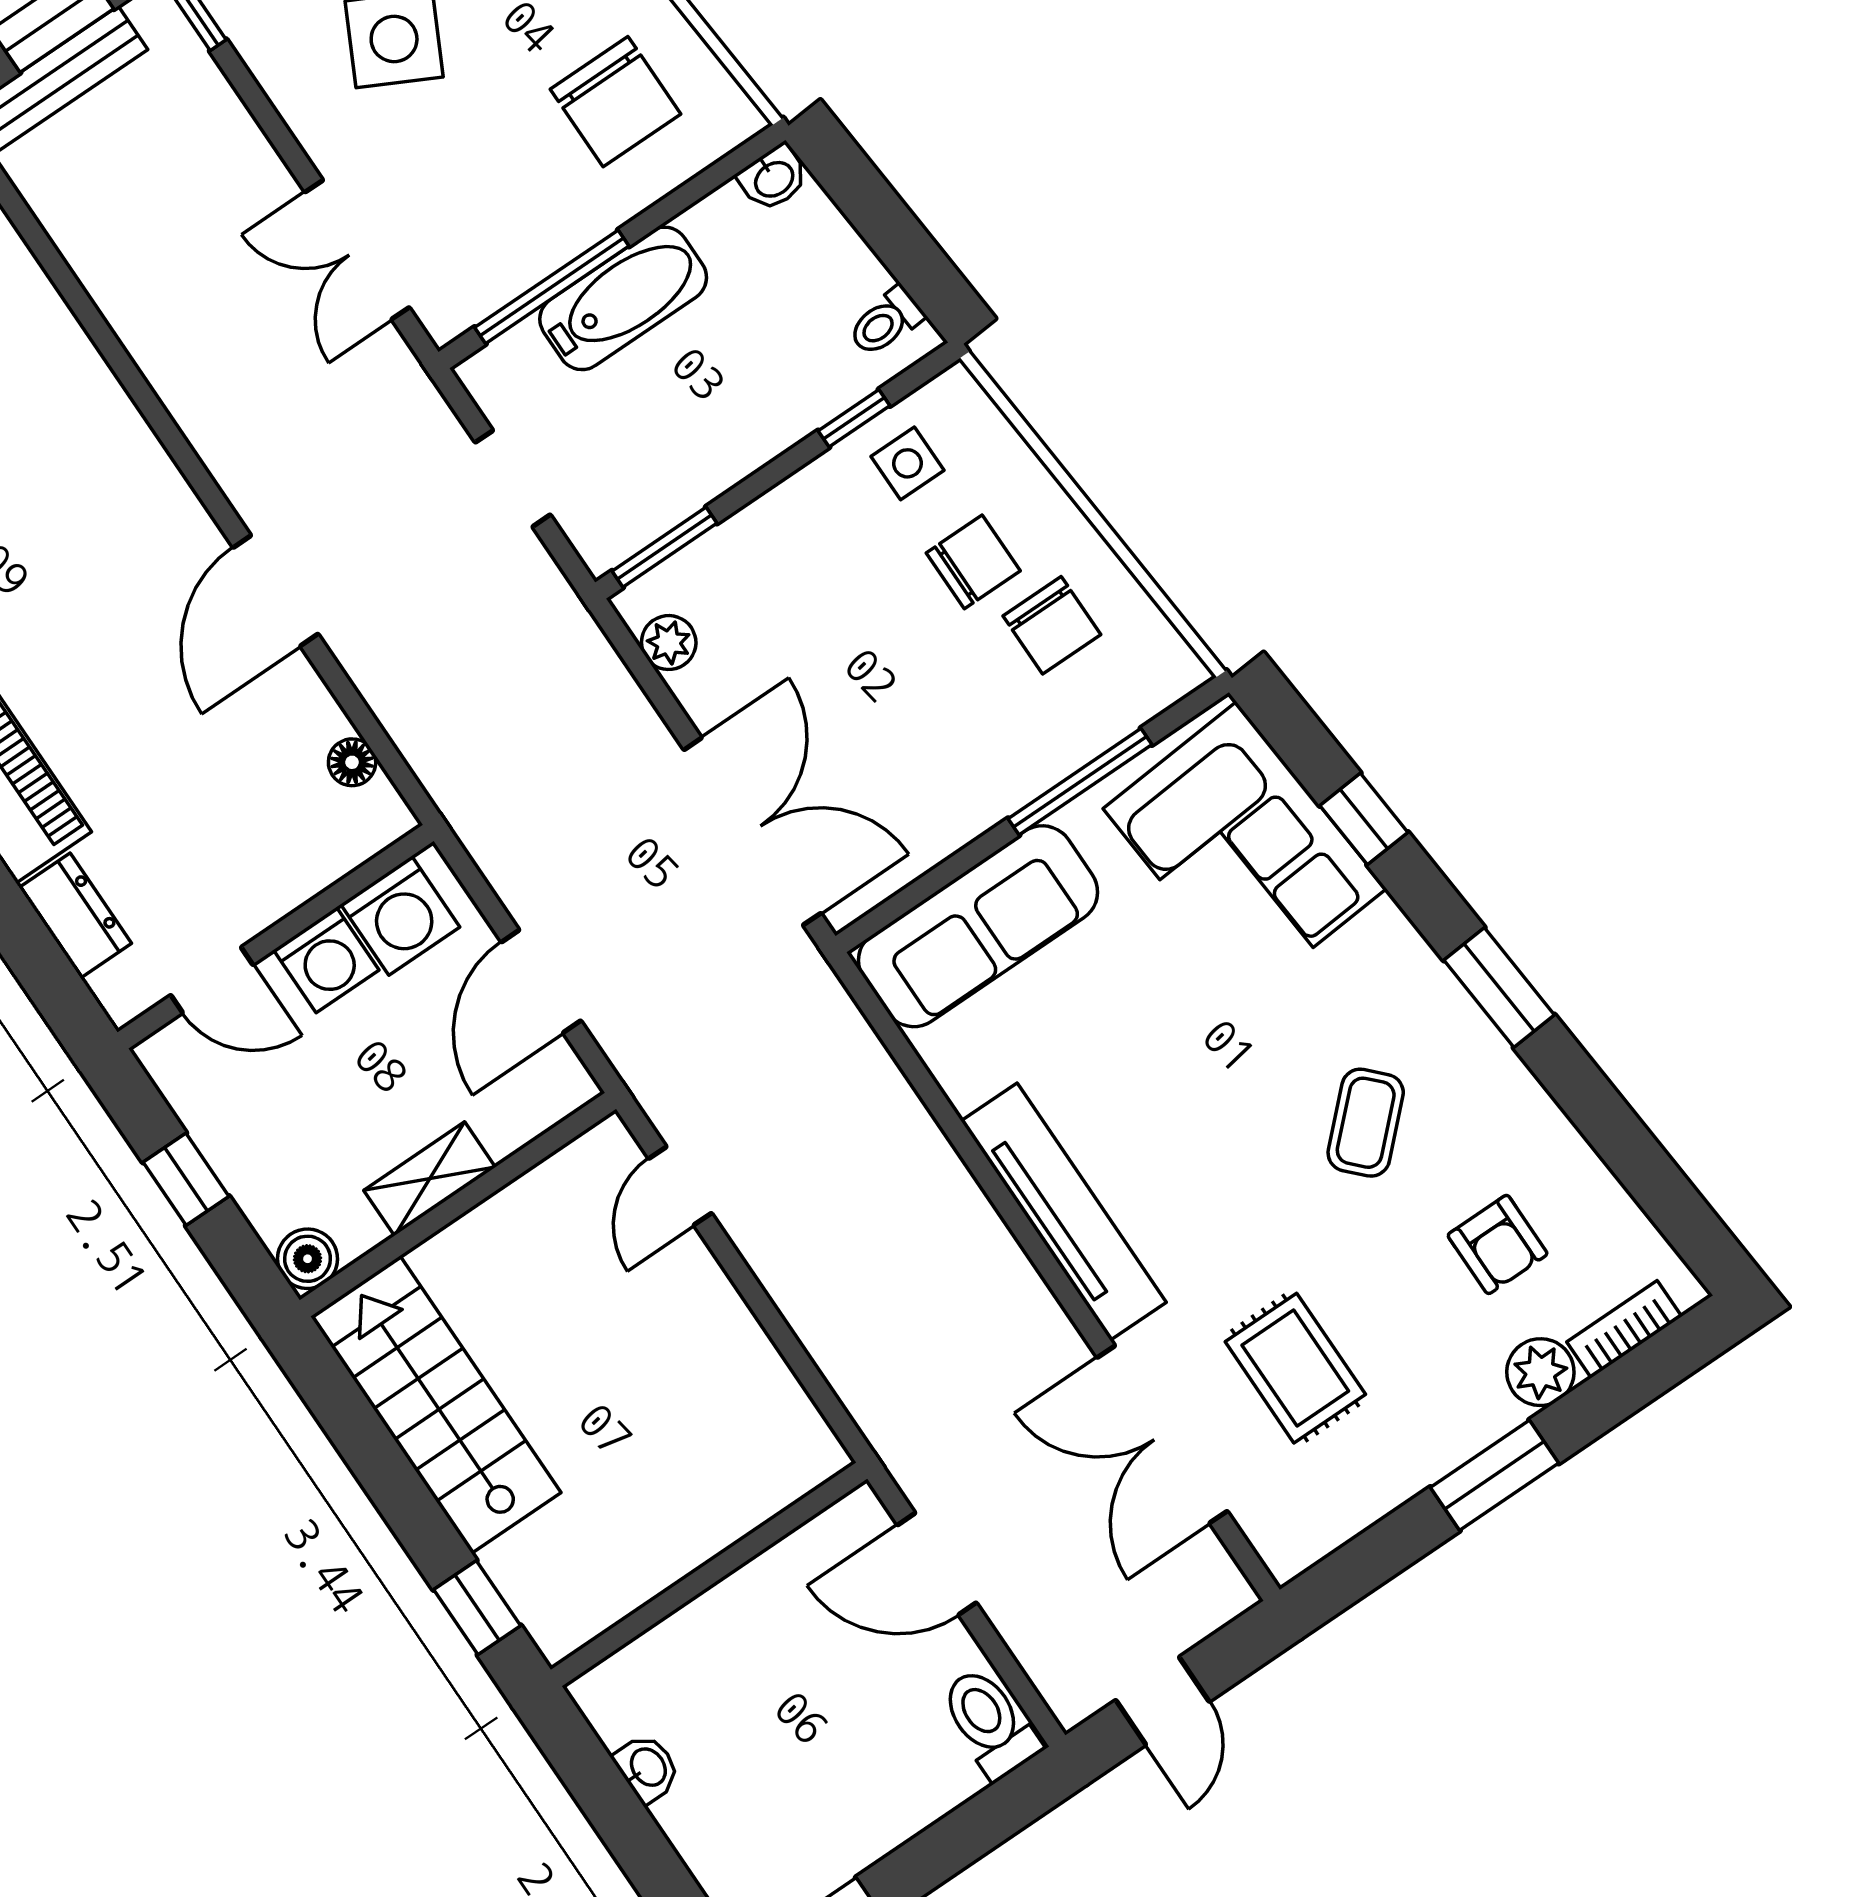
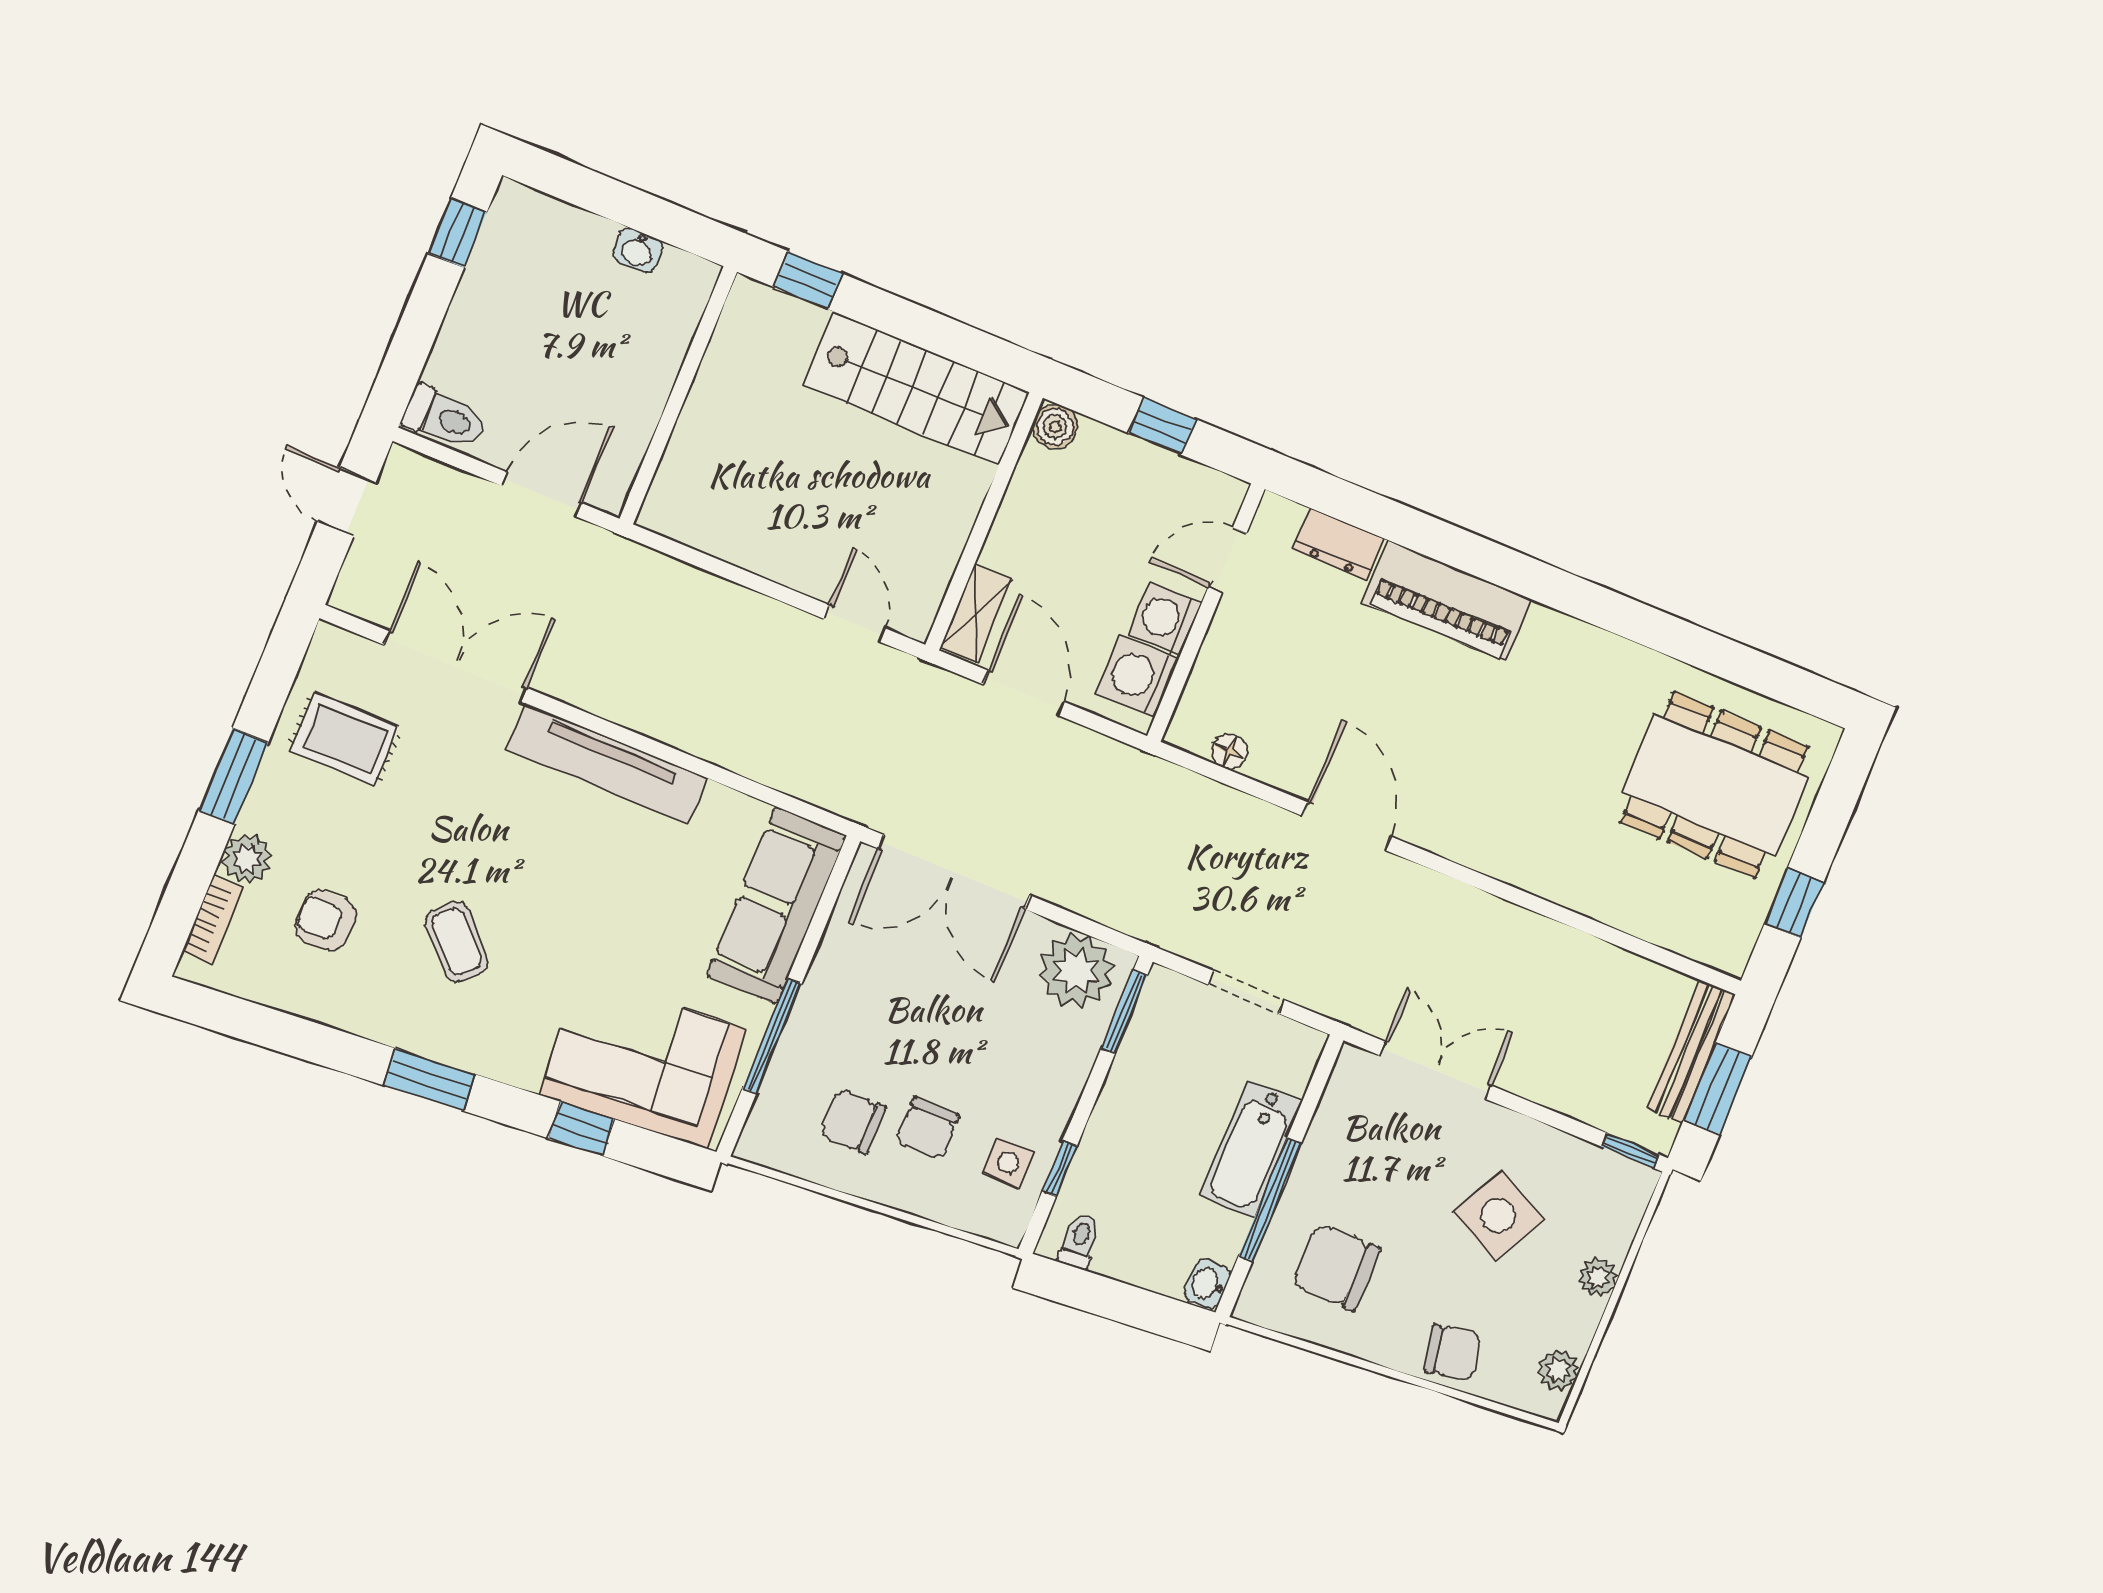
window: (552, 287) -> (1270, 1200), moved
plant: (669, 643) -> (1076, 971), width x1.88, depth x1.88
shelving: (430, 1179) -> (976, 613), moved
rug: (1295, 1368) -> (345, 739), moved

